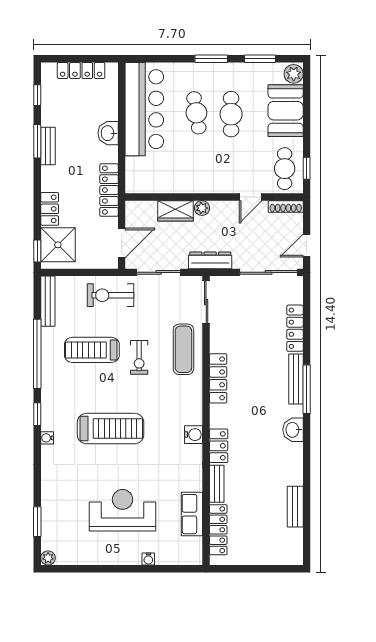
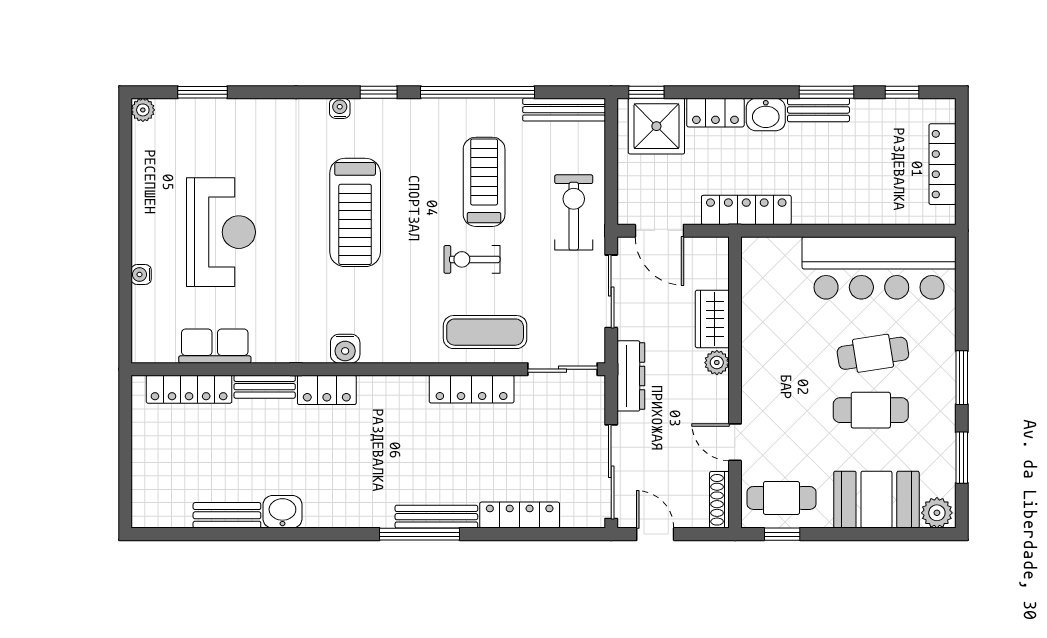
washbasin: (108, 133) -> (766, 115), moved, turned 180
locker: (218, 378) -> (472, 389), moved
washbasin: (293, 430) -> (282, 512), moved

